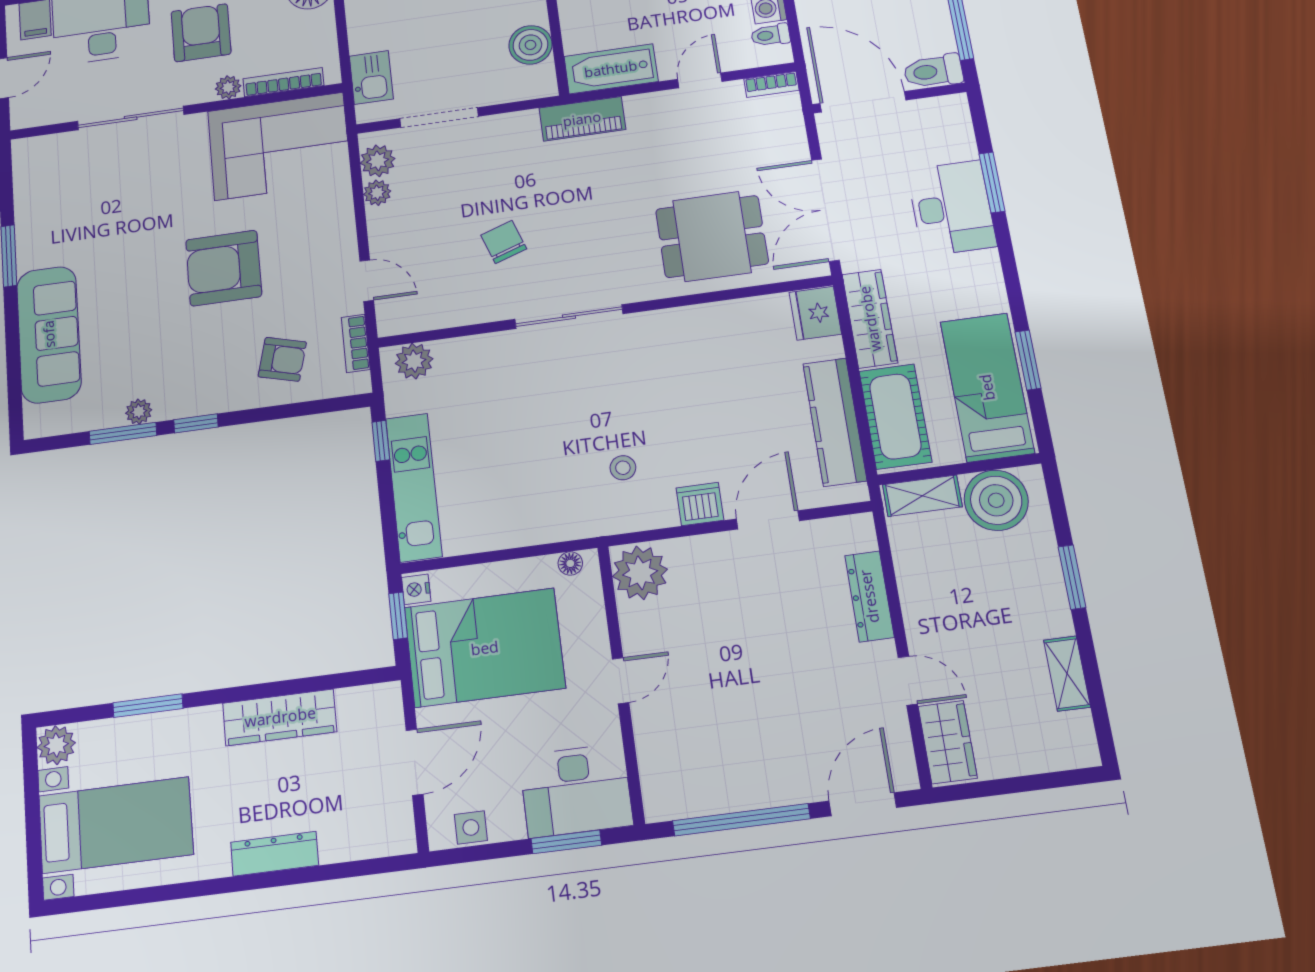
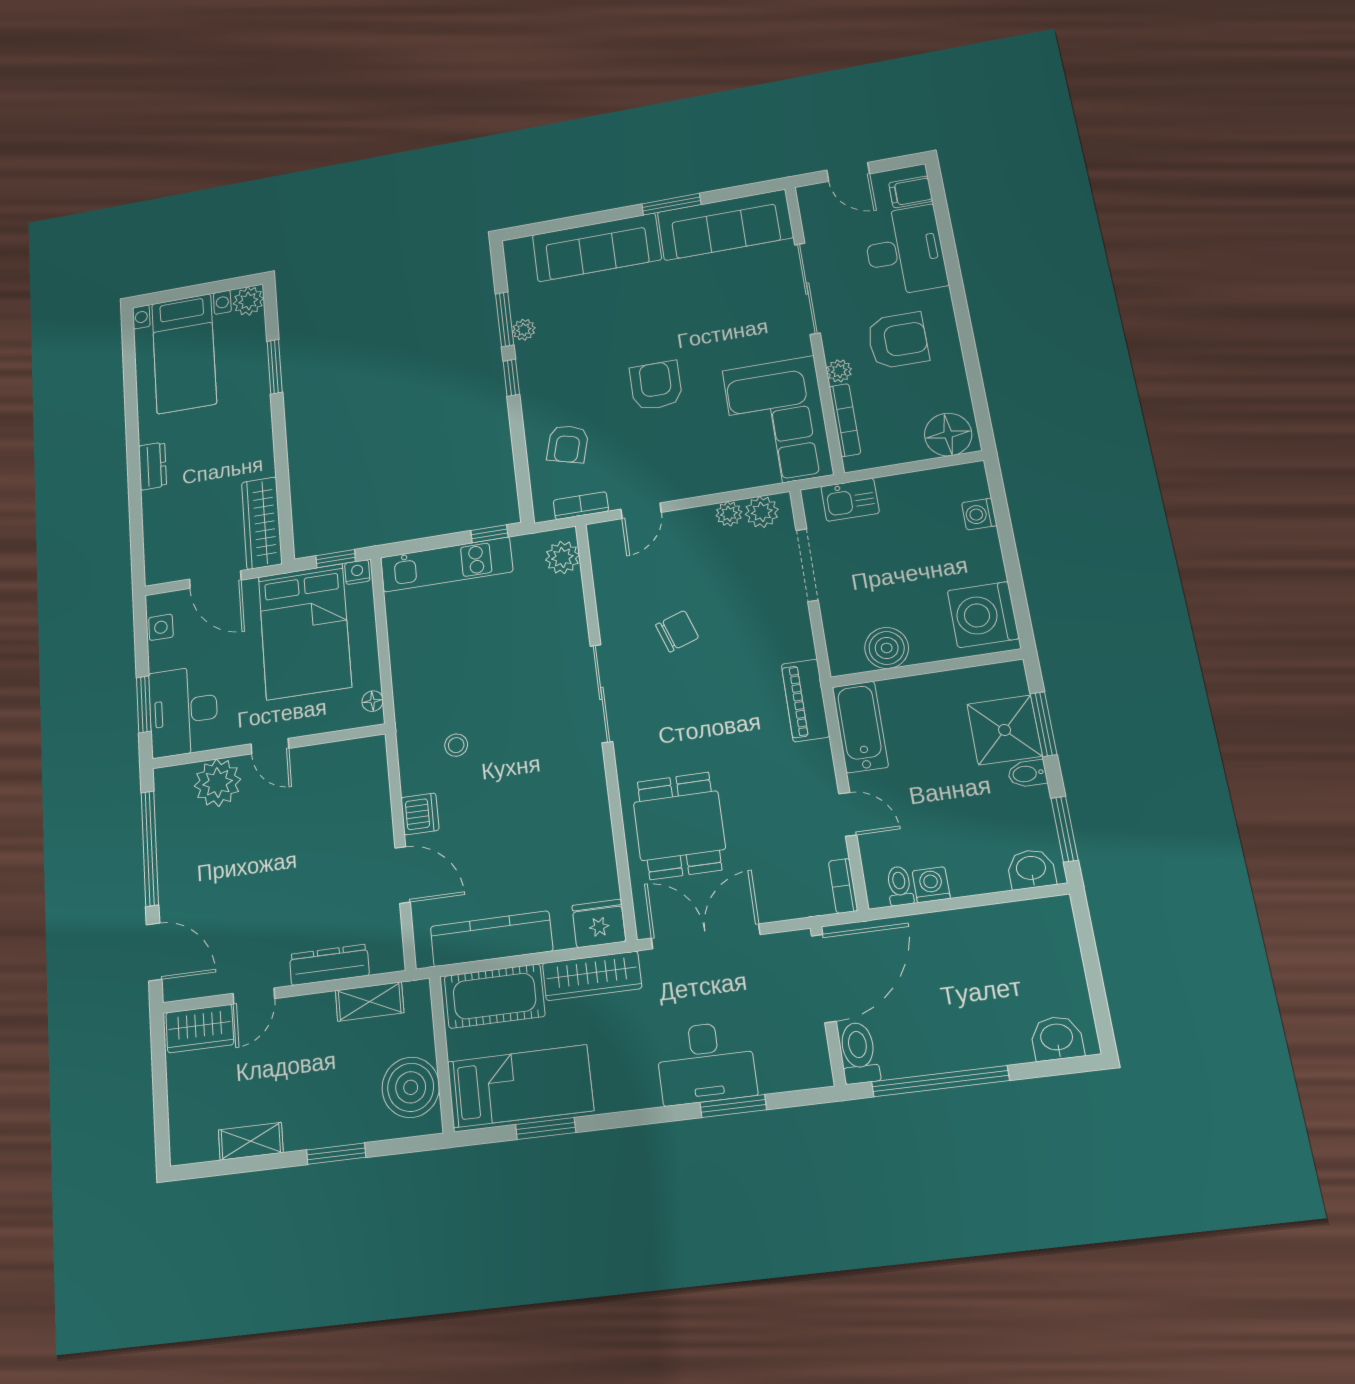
sofa: (43, 200) -> (725, 225), added
armchair: (224, 268) -> (656, 386), width x0.73, depth x0.73
shelving: (922, 496) -> (370, 1002), moved, turned 90
plant: (640, 573) -> (218, 783), moved
wardrobe: (280, 717) -> (262, 523), moved
dresser: (275, 854) -> (153, 466), width x0.70

